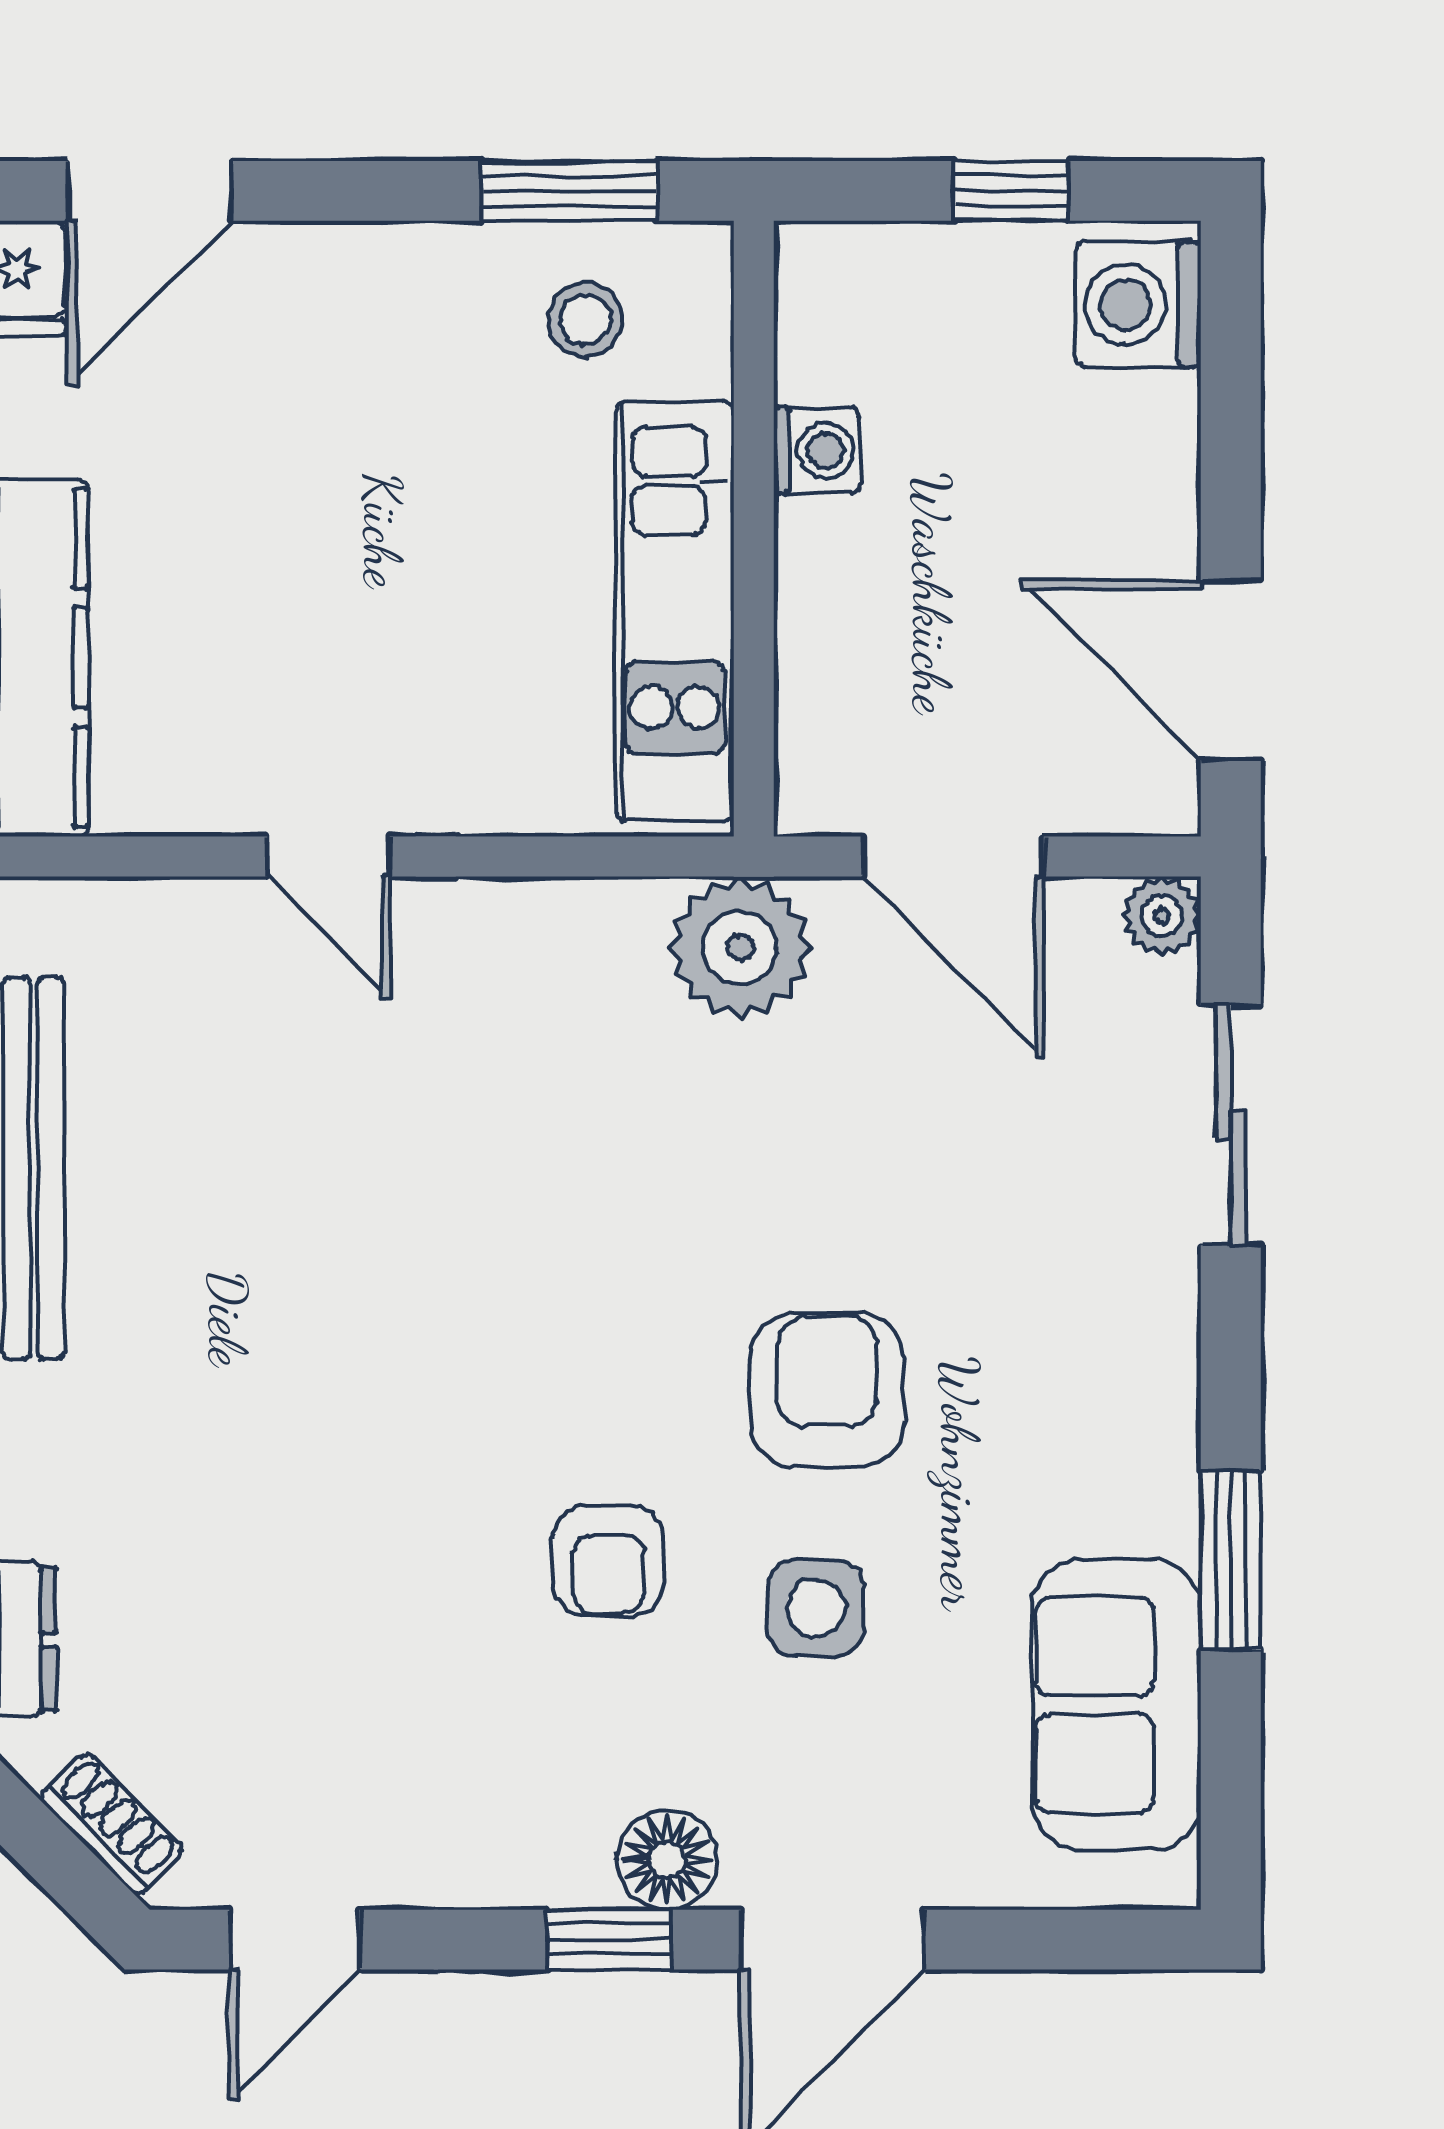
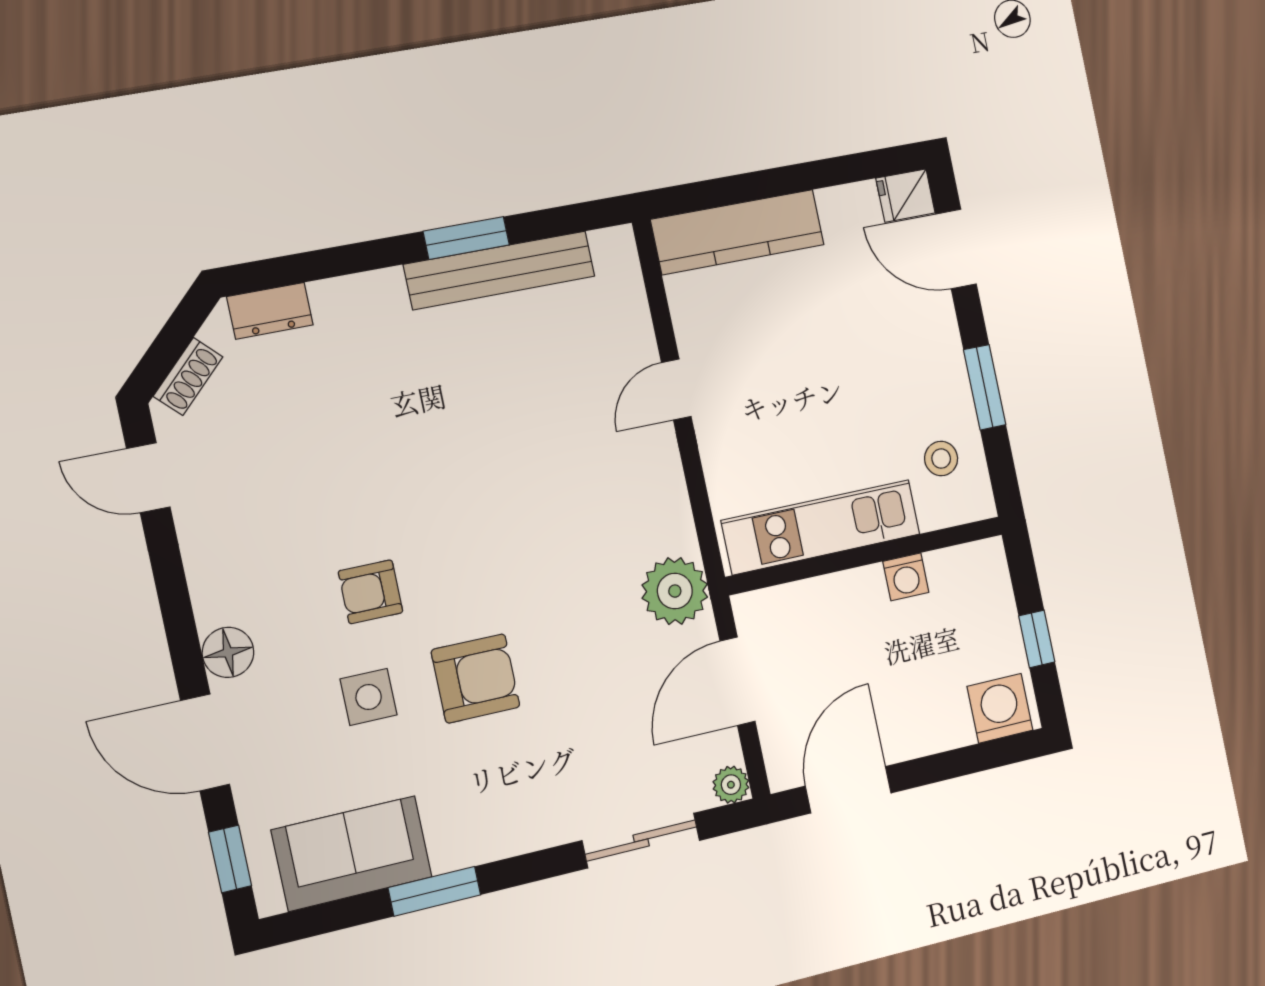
window: (569, 191) -> (985, 387), moved
window: (609, 1940) -> (230, 859), moved

